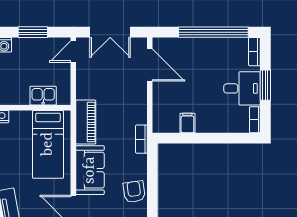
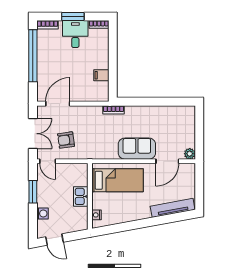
kitchen sink: (43, 96) -> (81, 196), moved
piano: (86, 122) -> (101, 152), removed
armchair: (134, 192) -> (66, 140), moved

